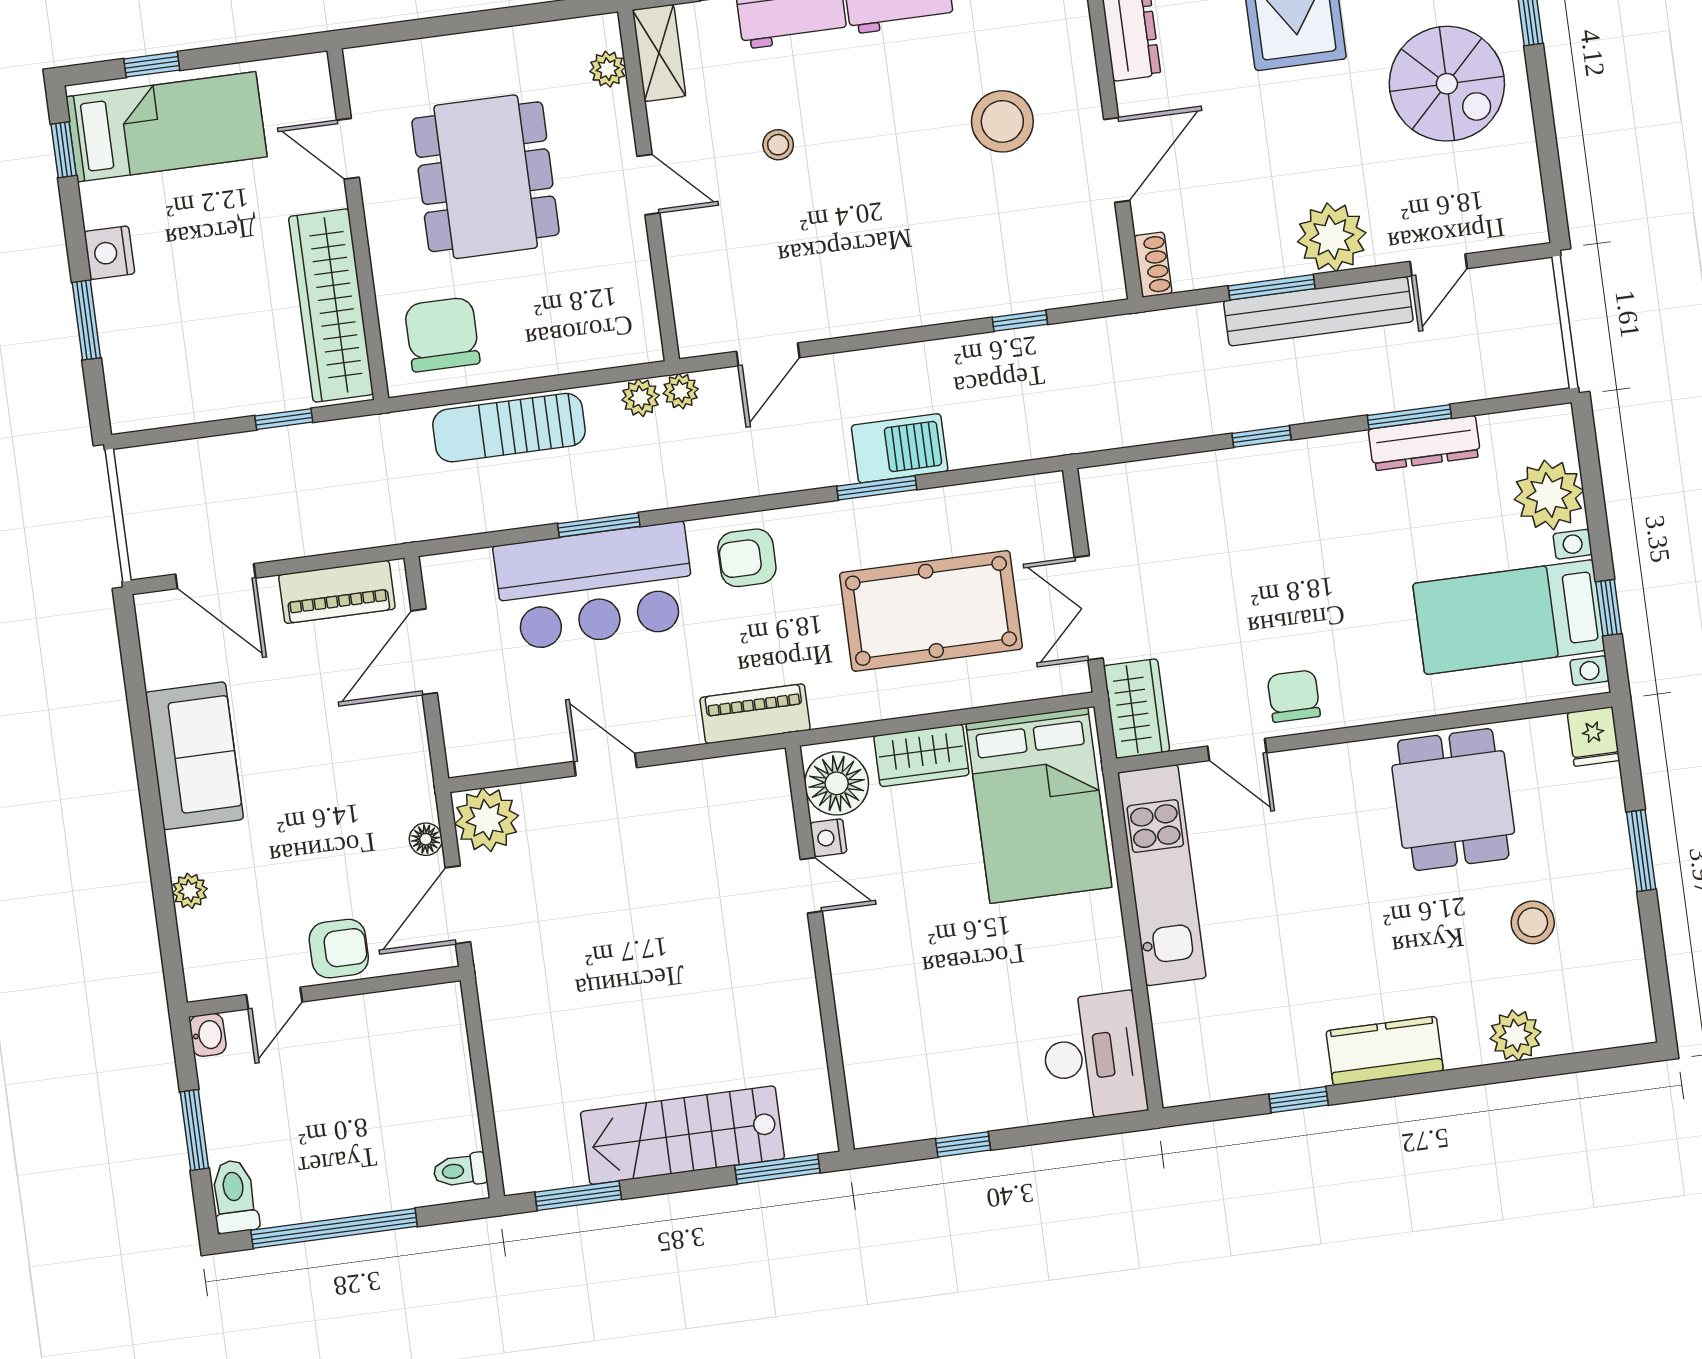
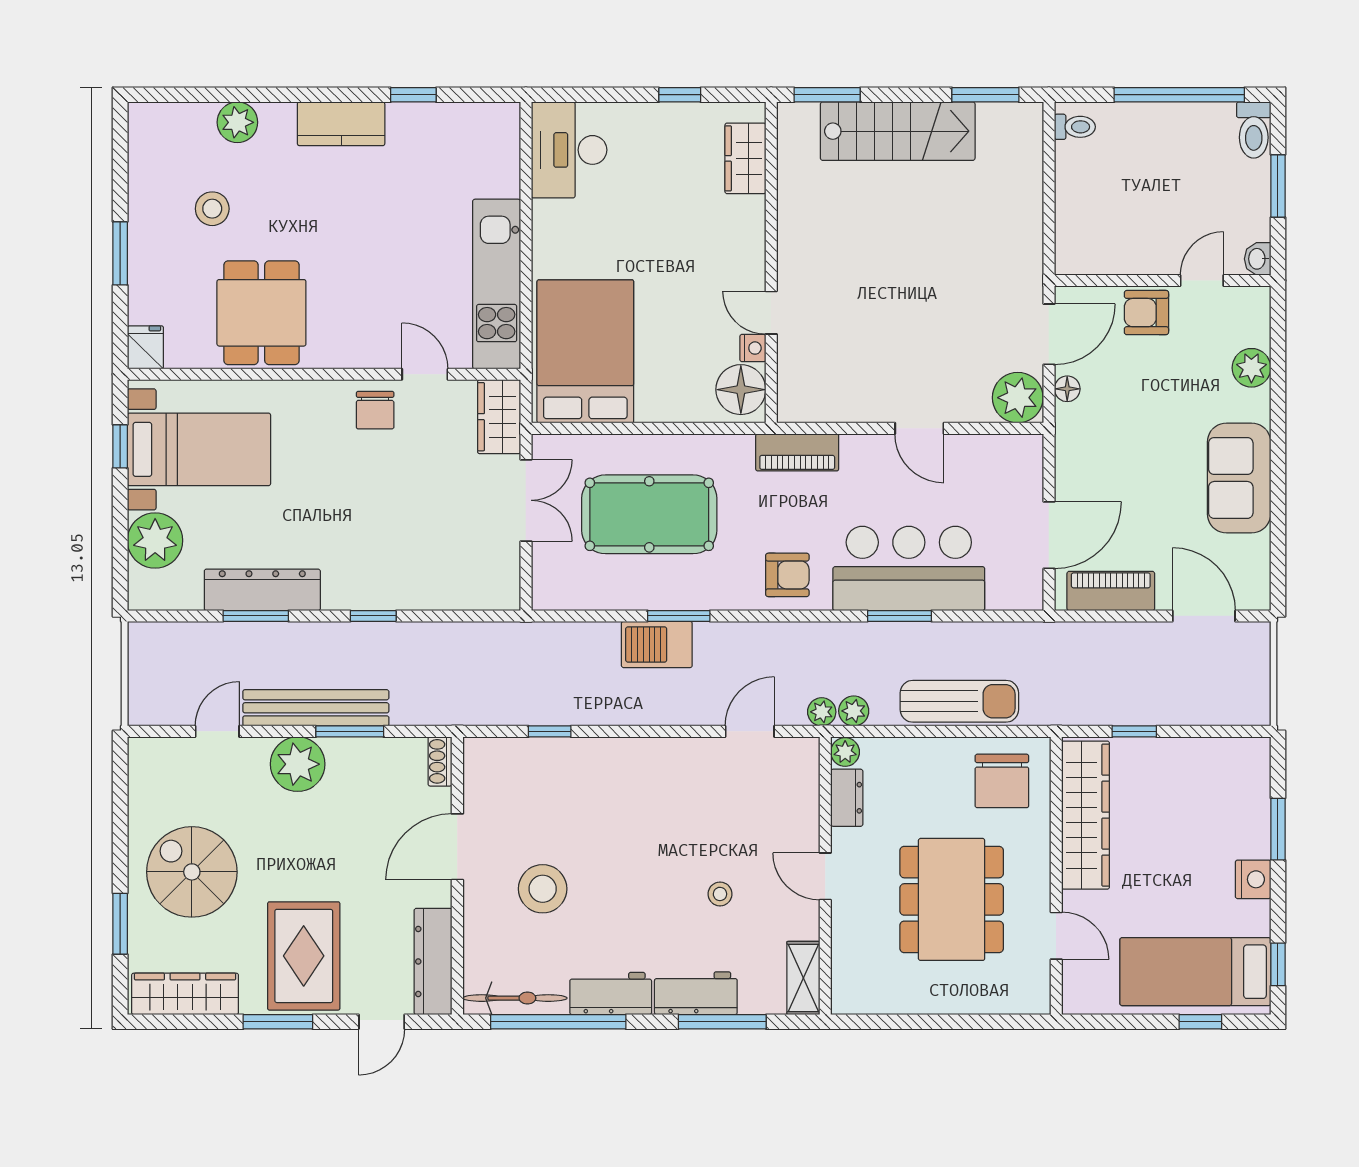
plant: (608, 69) -> (845, 752), moved
dresser: (635, 287) -> (847, 798), added
dresser: (1424, 443) -> (262, 590), width x1.37, depth x1.24
wardrobe: (921, 755) -> (745, 158), moved, turned -90
plant: (190, 891) -> (1251, 368), width x1.38, depth x1.38

